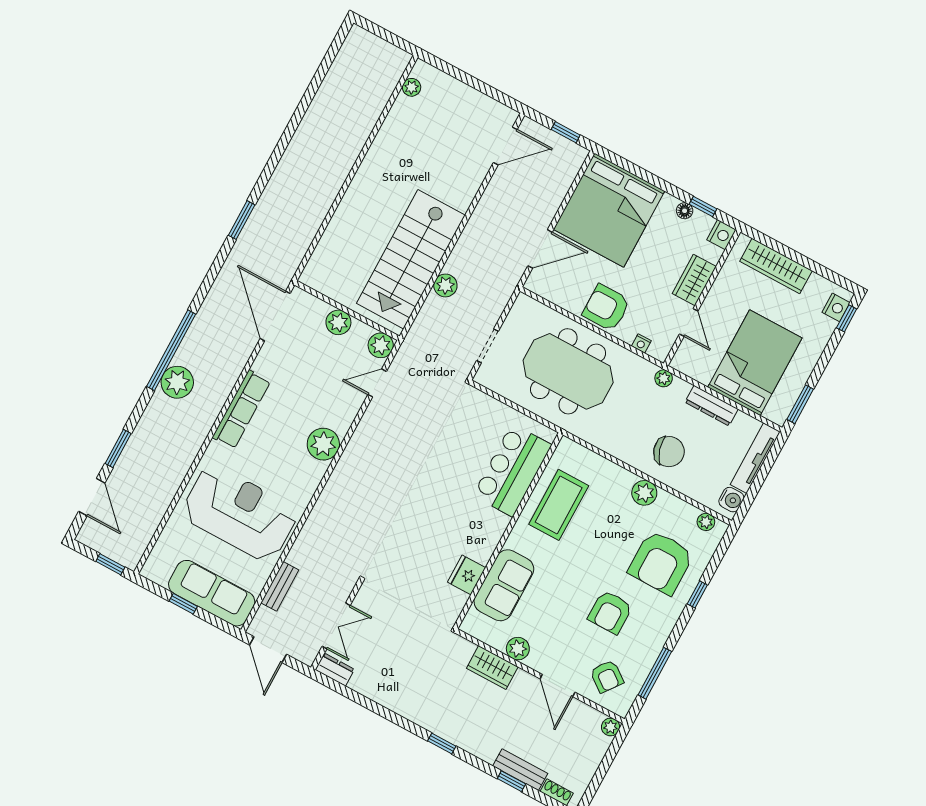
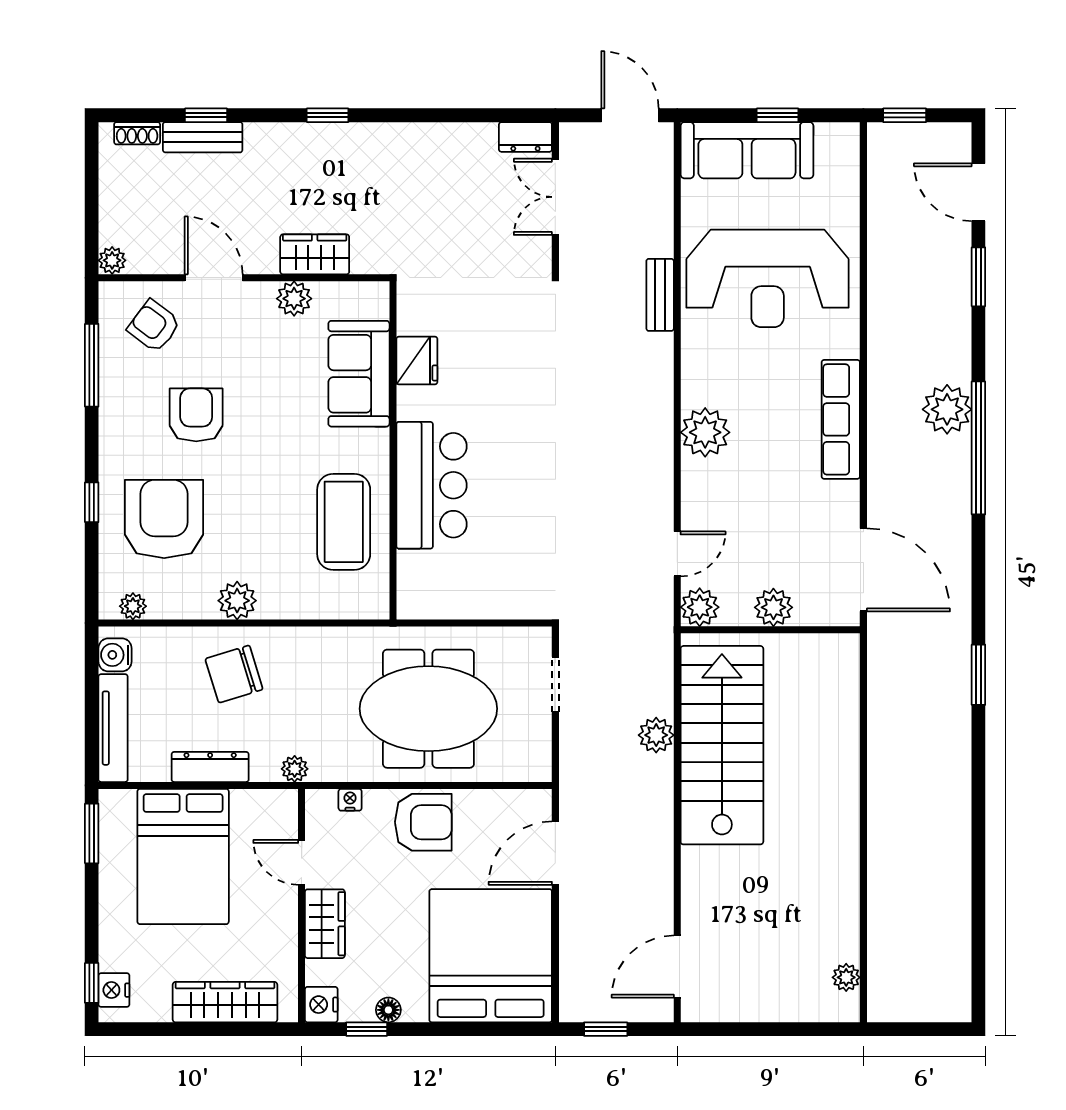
bar counter: (512, 470) -> (432, 485), moved
bench: (280, 586) -> (660, 295), moved

